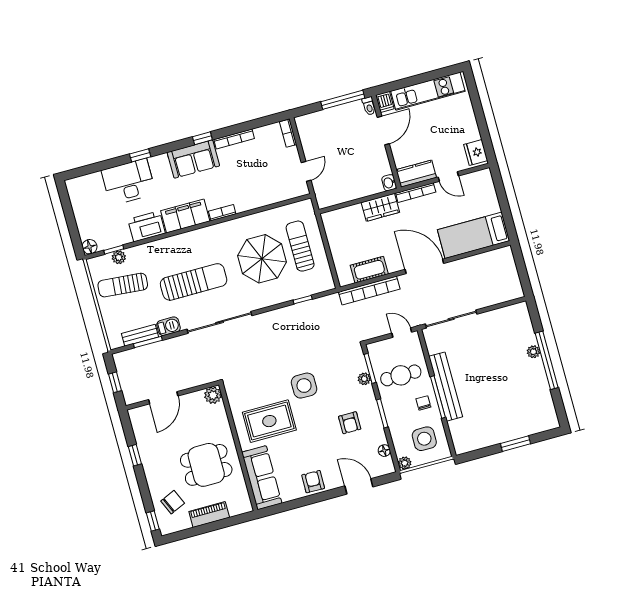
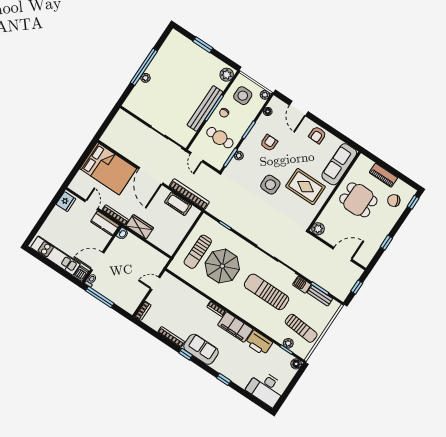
desk: (128, 182) -> (266, 388), moved
bed: (474, 235) -> (108, 169), width x1.50
plant: (462, 441) -> (227, 75), added

